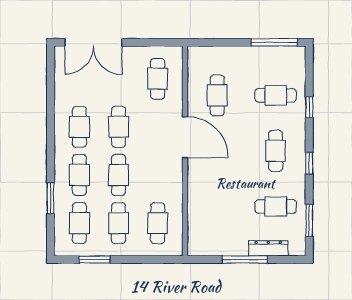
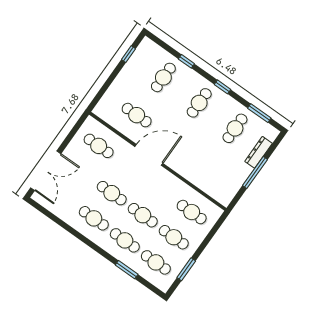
window: (274, 42) -> (129, 54), width x0.46
cafe table: (276, 151) -> (199, 103), turned 90

